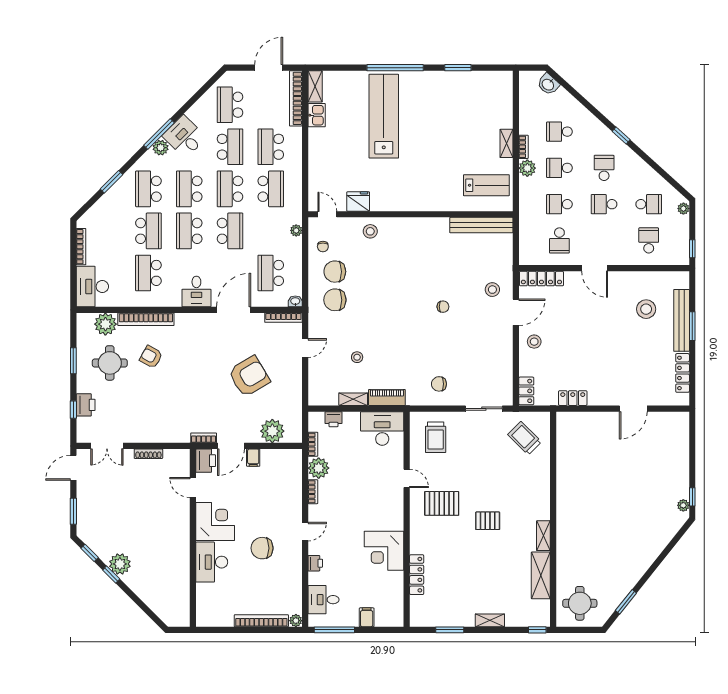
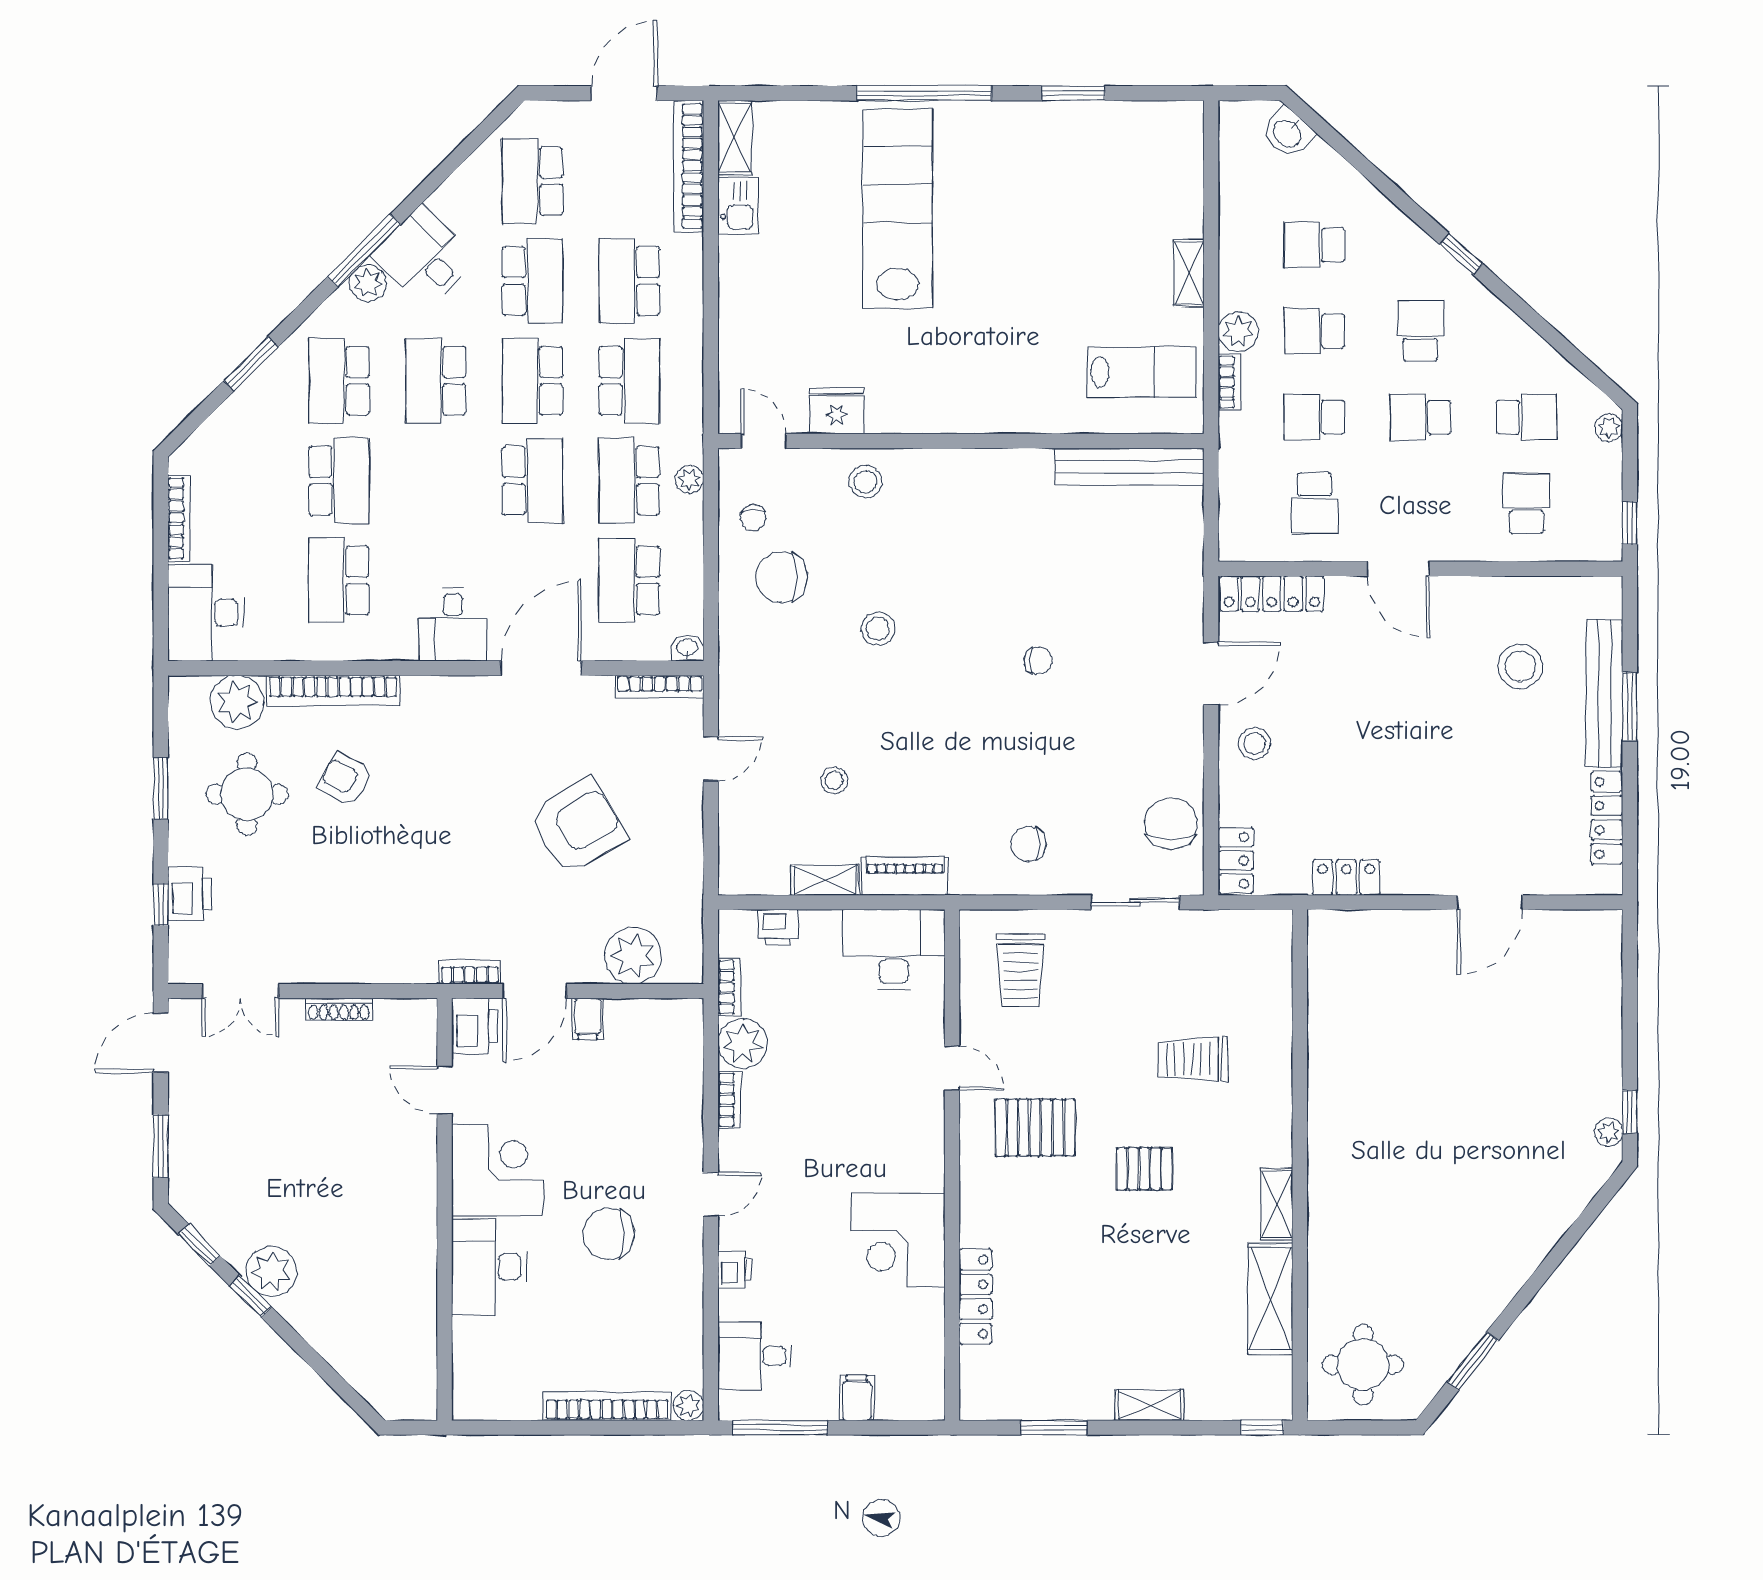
bookcase: (524, 147) -> (1229, 382), moved
school desk: (189, 231) -> (629, 481), moved
stool: (492, 290) -> (878, 629), moved
chair: (335, 300) -> (1171, 823), moved, turned 90
trolley: (525, 438) -> (1193, 1059), moved, turned -45

